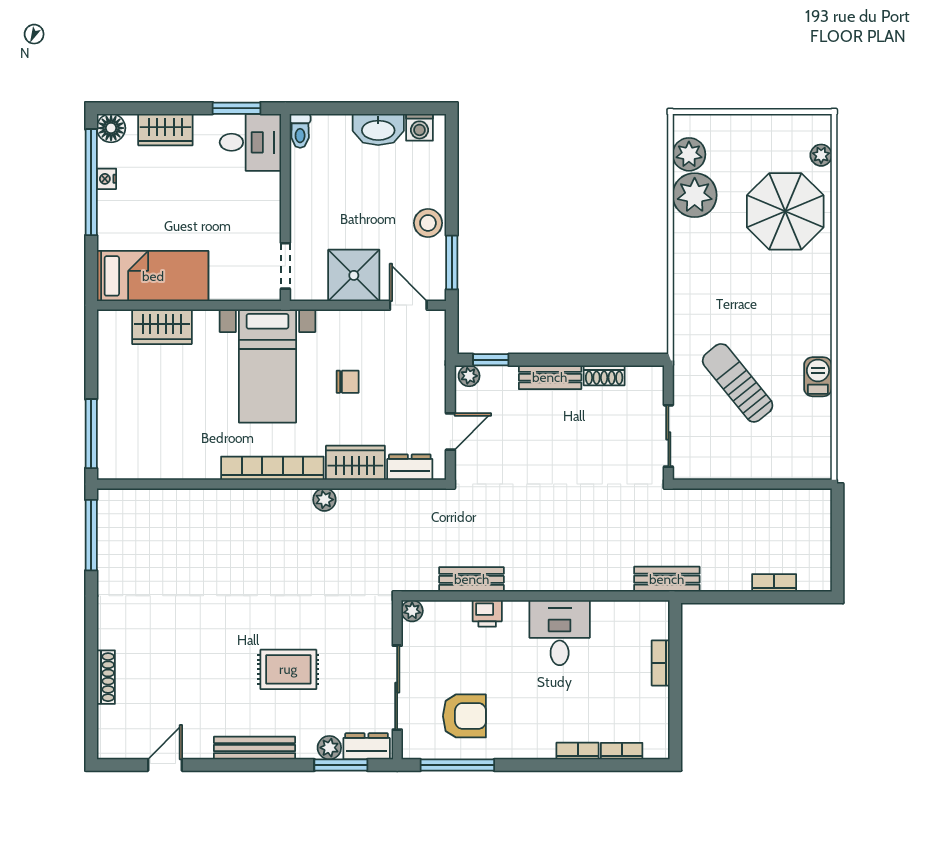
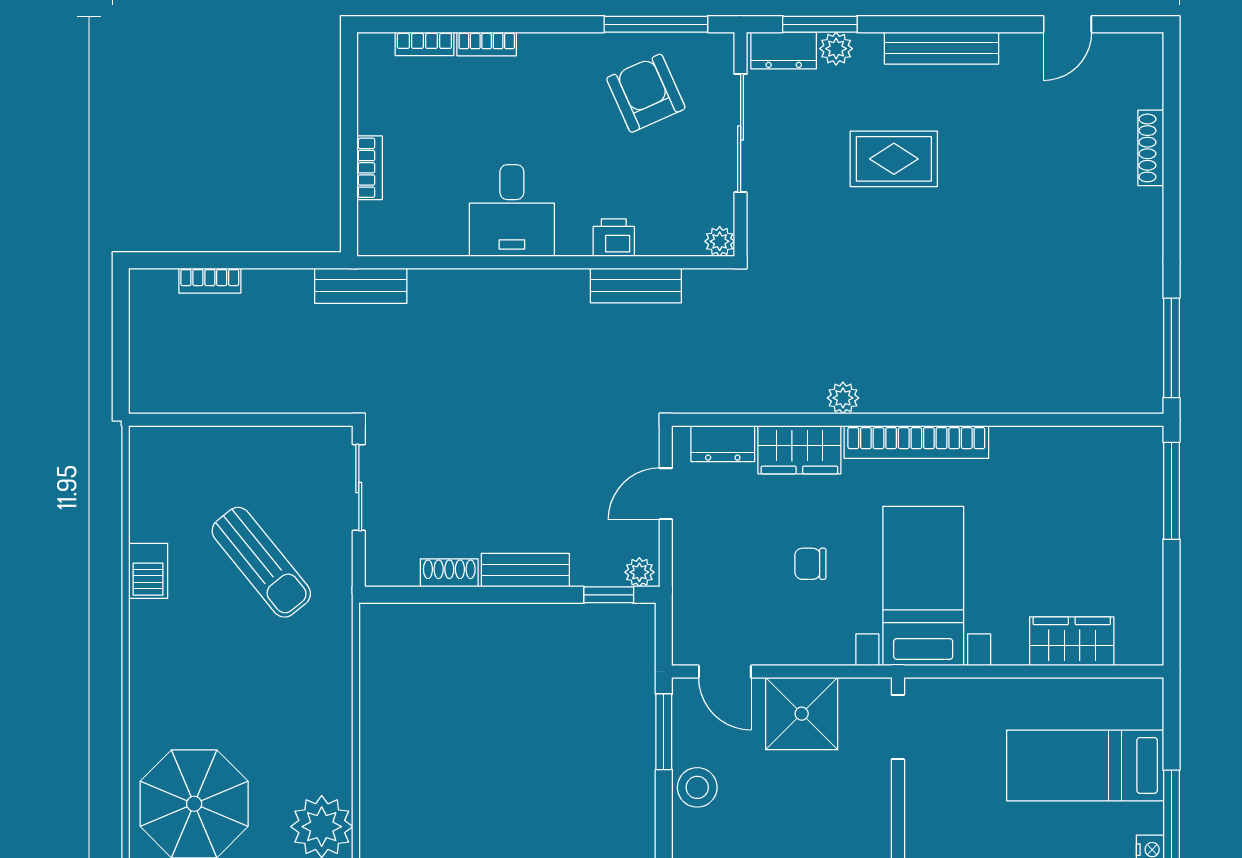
bed: (153, 276) -> (1085, 765), moved
armchair: (464, 716) -> (646, 93), turned 66

